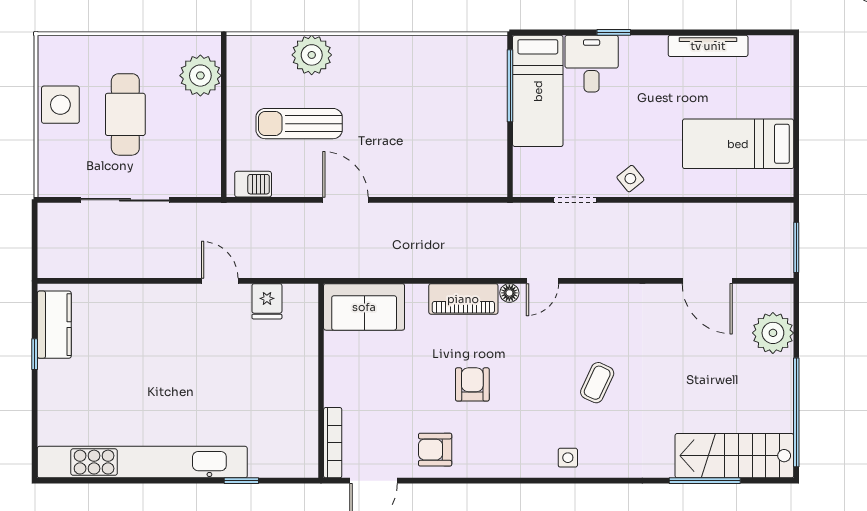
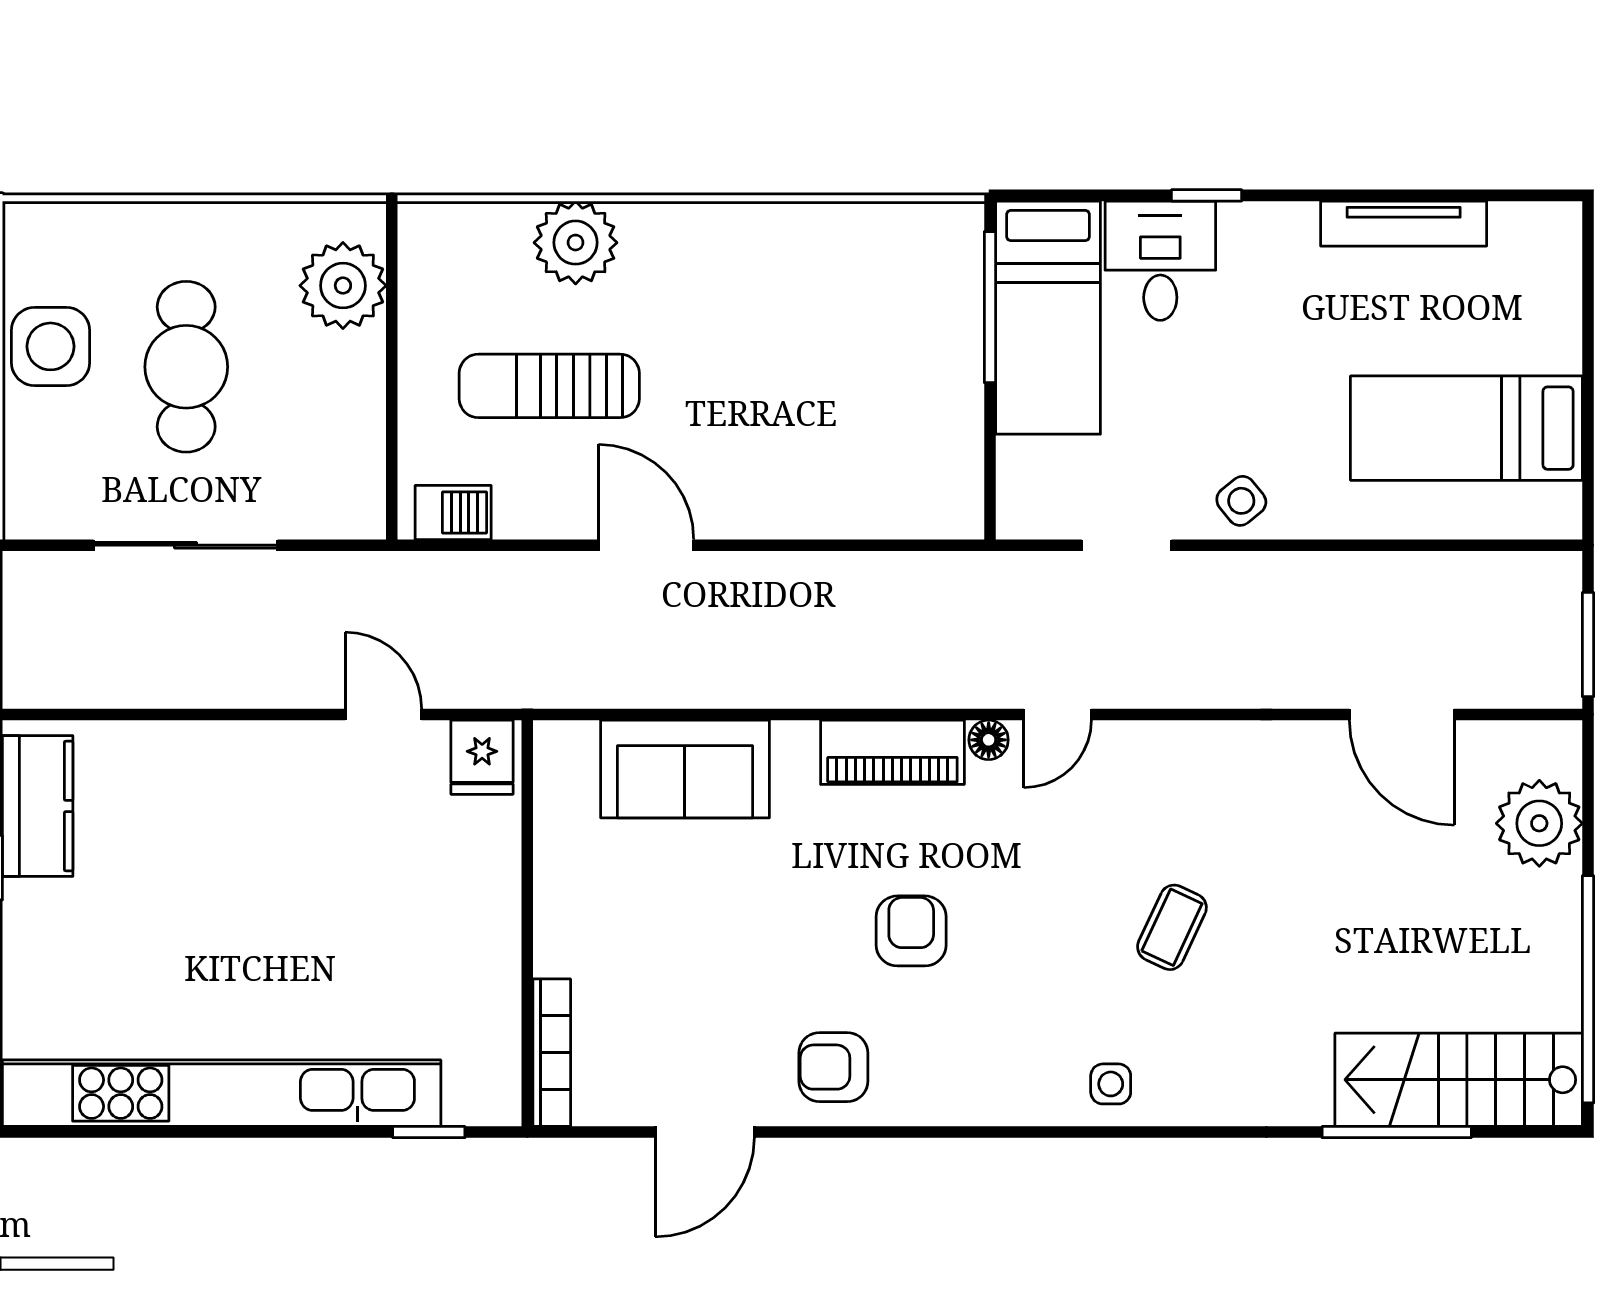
wall: (321, 381) -> (527, 923), moved
bookcase: (333, 443) -> (552, 1053), moved

